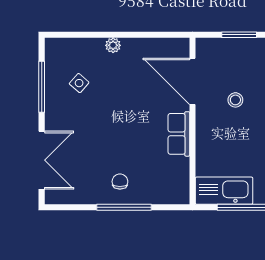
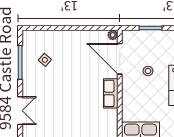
plant: (113, 45) -> (113, 35), moved
double door: (42, 160) -> (20, 111), width x0.73
chair: (120, 182) -> (72, 125), removed

